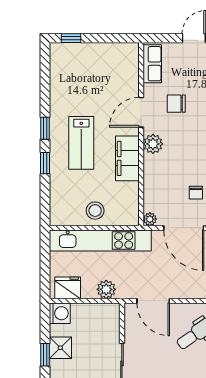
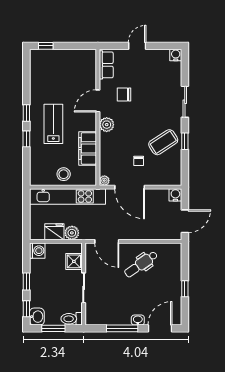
lab bench: (81, 143) -> (53, 124), turned 180
filing cabinet: (127, 158) -> (88, 148), moved
fridge: (68, 288) -> (54, 232), moved
shower: (60, 348) -> (74, 261), moved

